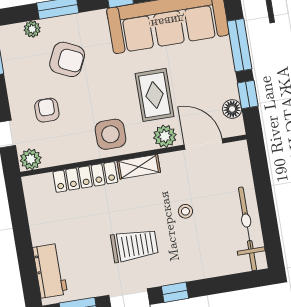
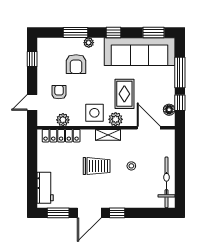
plant: (32, 29) -> (89, 43), moved
armchair: (67, 59) -> (76, 64), turned 65
plant: (165, 136) -> (116, 119), moved
plant: (31, 159) -> (63, 120), moved
locker: (85, 177) -> (61, 136), moved
trolley: (134, 245) -> (97, 166), moved

